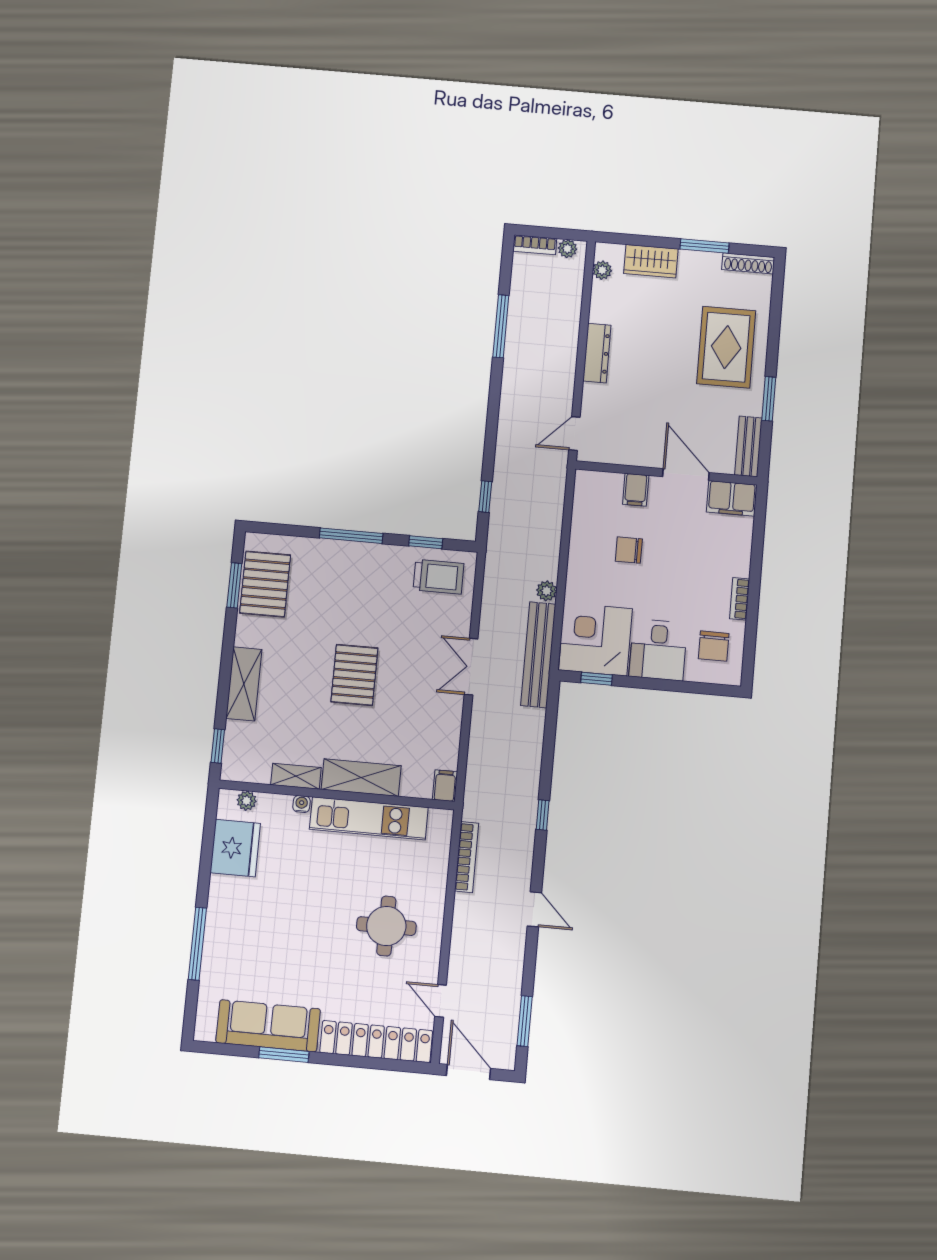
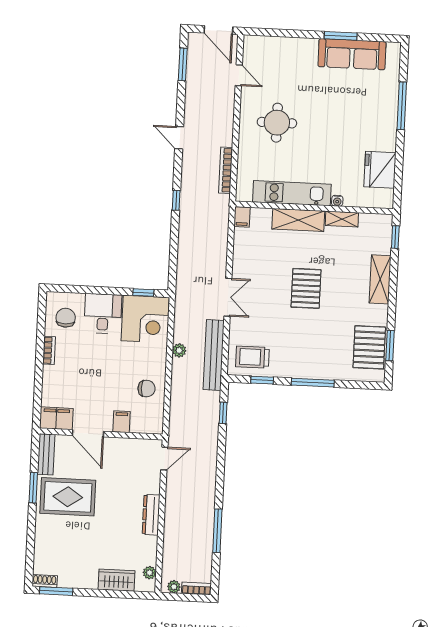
window: (704, 246) -> (56, 591), moved
shoe rack: (748, 263) -> (45, 581), width x0.70
rug: (726, 347) -> (68, 497), moved, turned 90
chair: (629, 550) -> (147, 389), moved
bench: (538, 655) -> (214, 355), moved
plant: (247, 801) -> (374, 201), removed
locker: (376, 1042) -> (280, 47), removed

